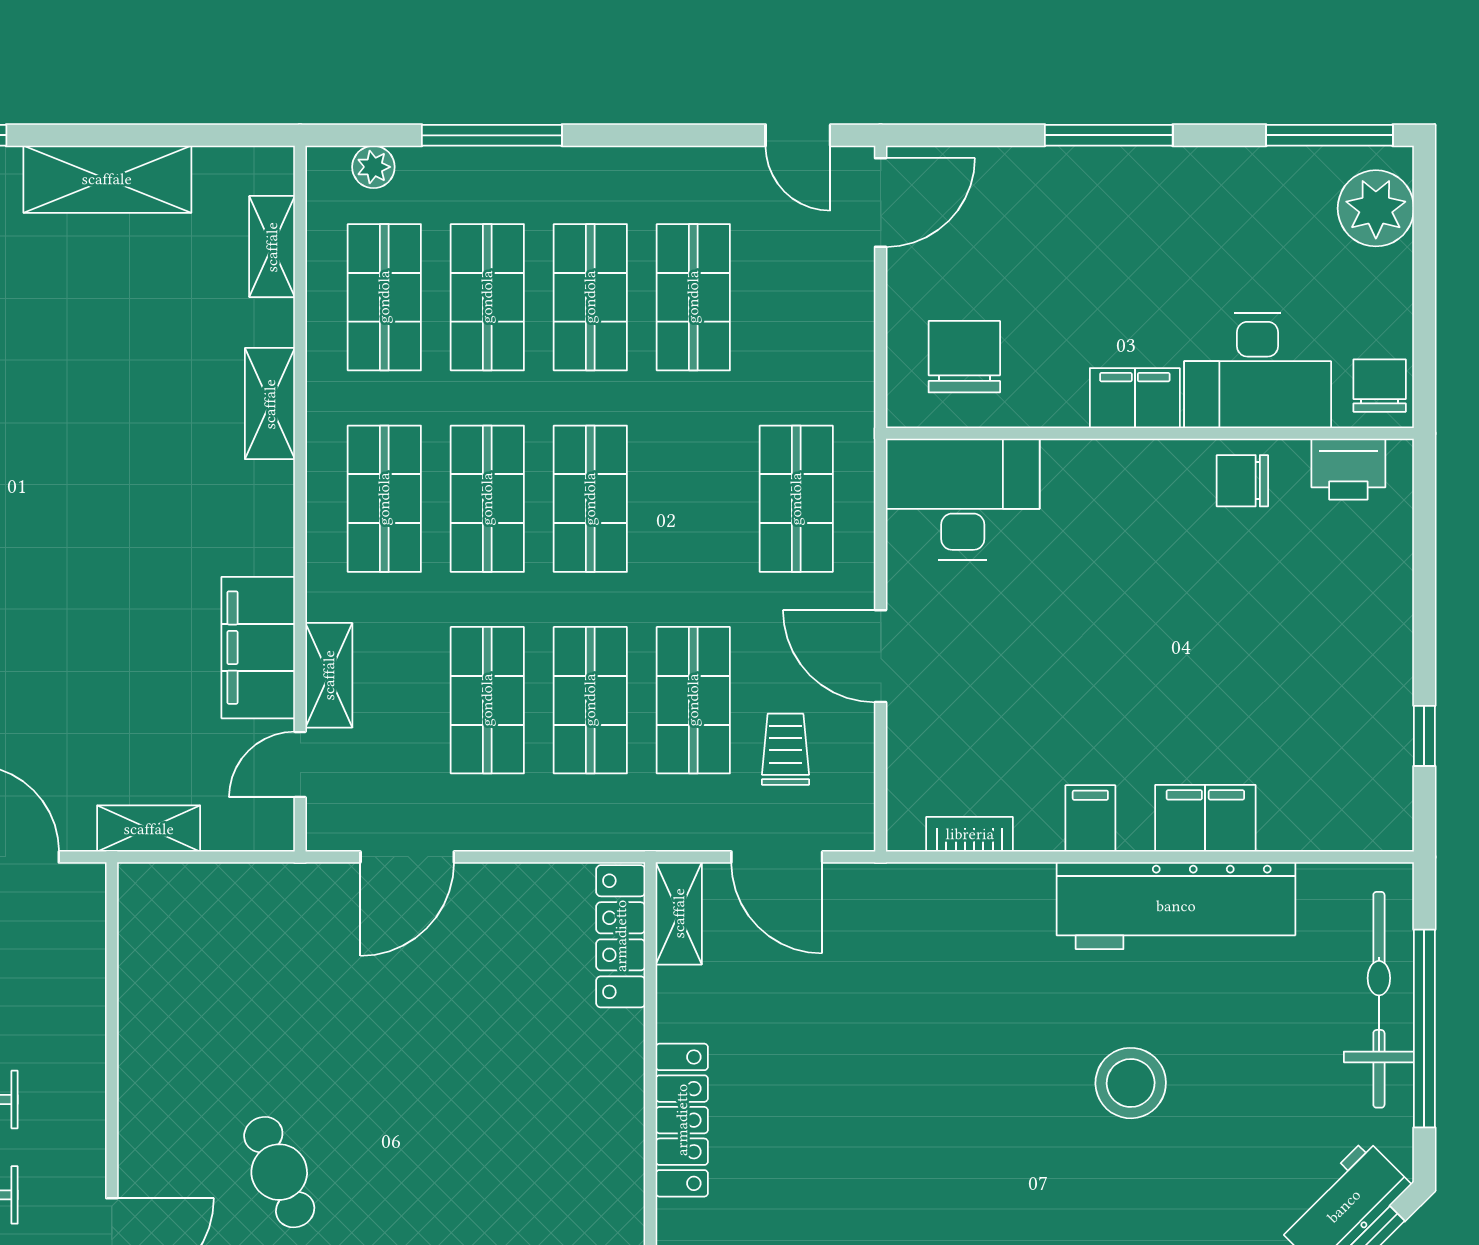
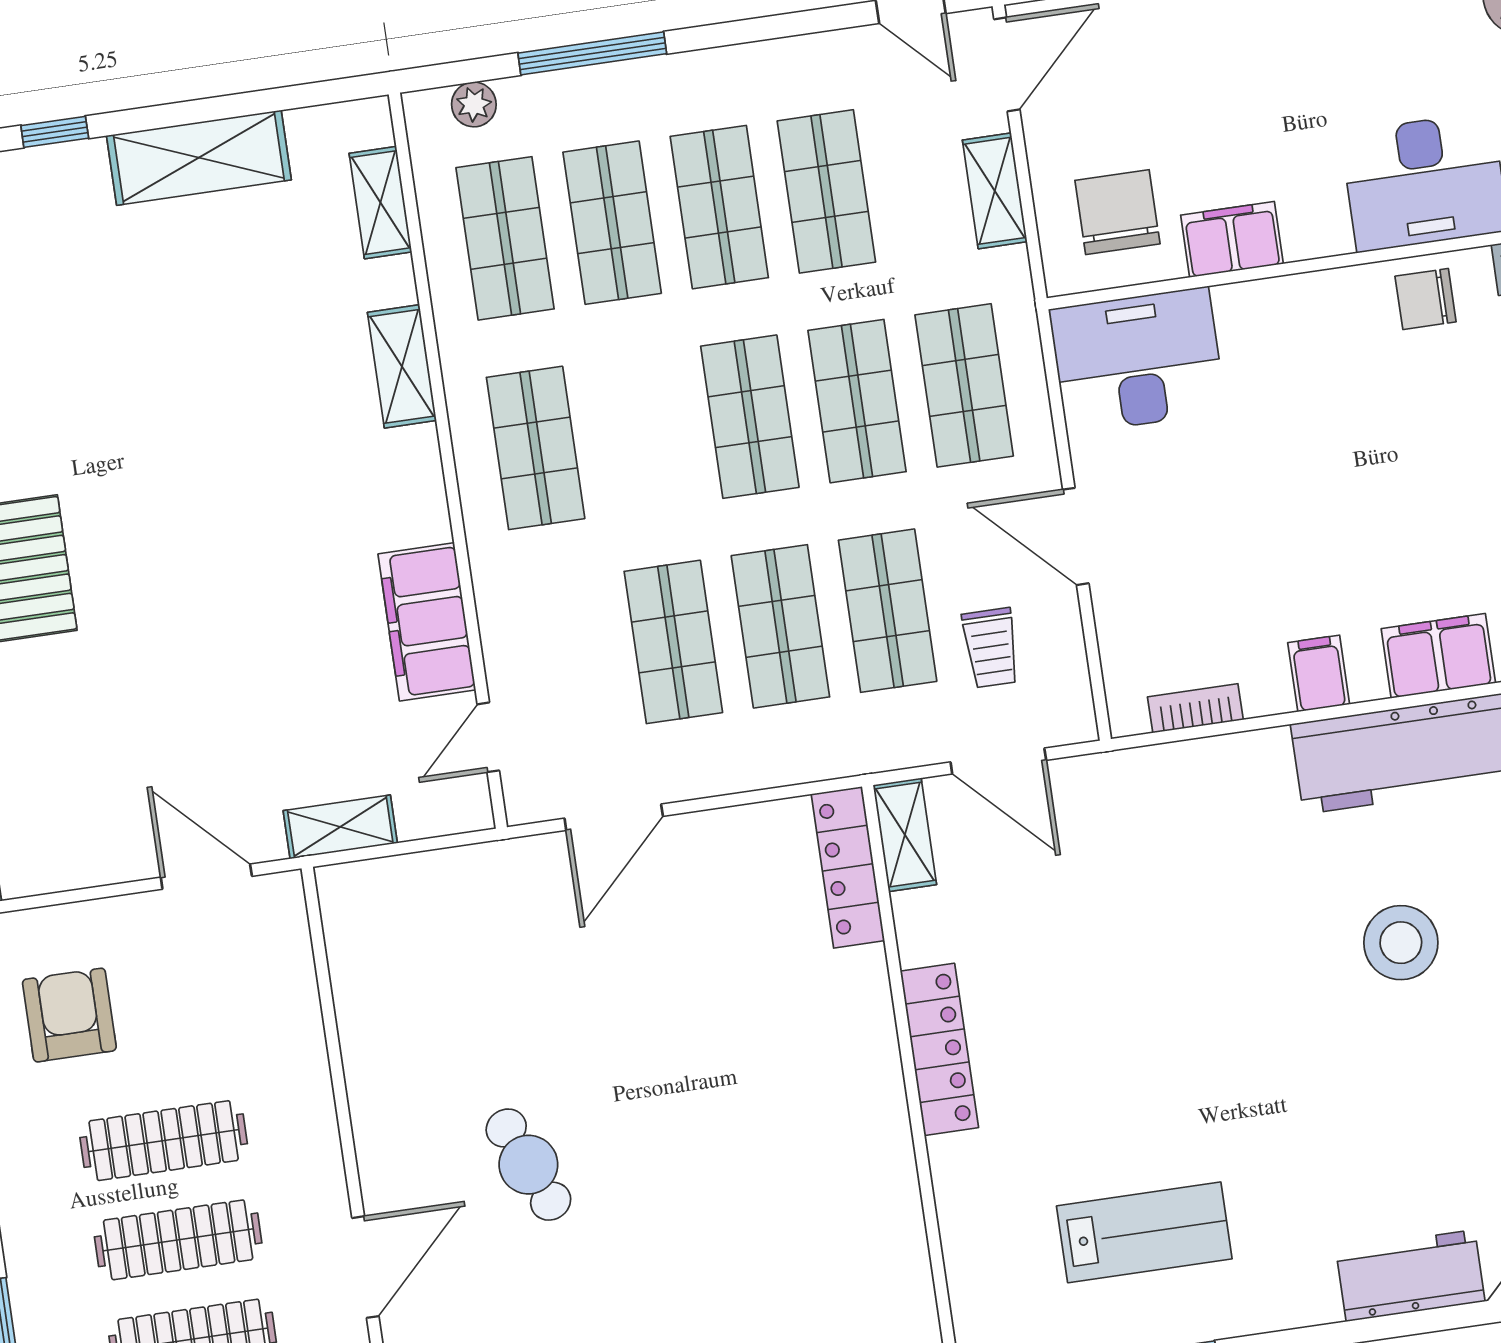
filing cabinet: (1135, 398) -> (1232, 239), moved
shop shelf: (487, 499) -> (857, 401), moved
shelving: (329, 675) -> (995, 191), moved
trolley: (785, 749) -> (991, 648), turned 180

